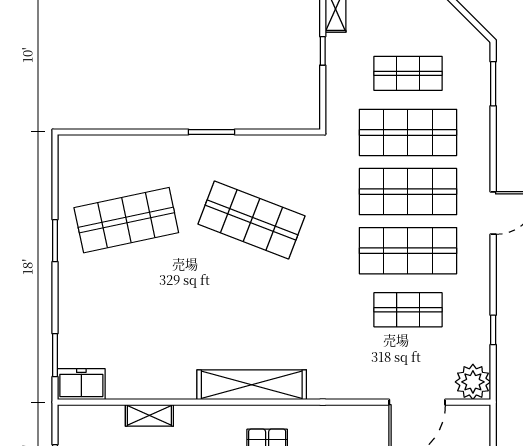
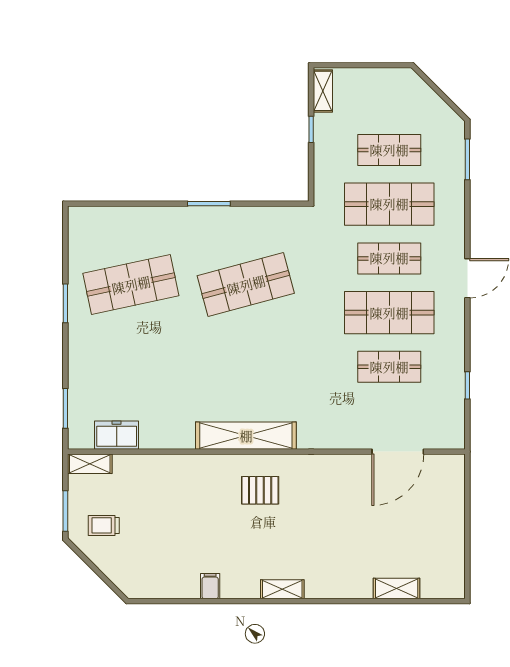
shop shelf: (408, 192) -> (389, 258), width x0.70, depth x0.74
shop shelf: (252, 220) -> (246, 285), turned -36
plant: (473, 382) -> (449, 433), removed
freezer: (81, 384) -> (117, 435), moved
shelving: (149, 415) -> (90, 464), moved

